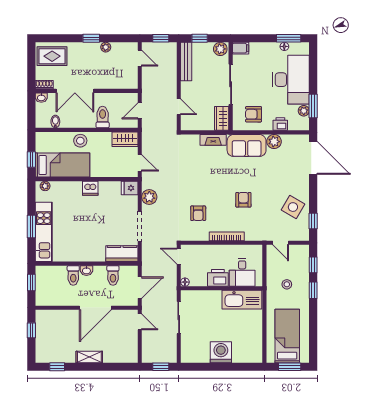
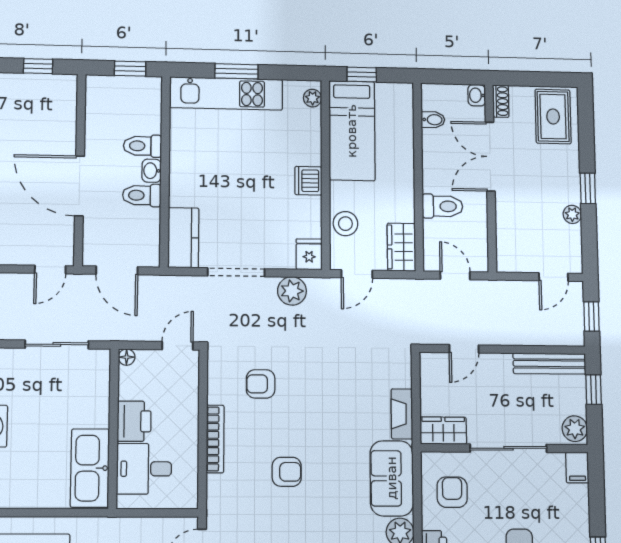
stool: (80, 141) -> (345, 224), moved
toilet: (113, 275) -> (142, 195), moved

